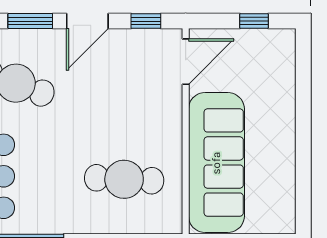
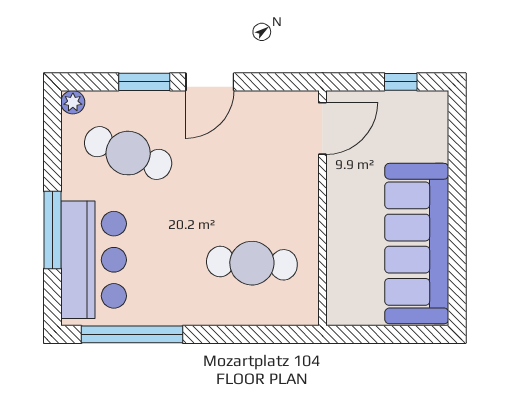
window: (146, 21) -> (277, 82), removed
sofa: (216, 163) -> (417, 244), moved, turned 180

